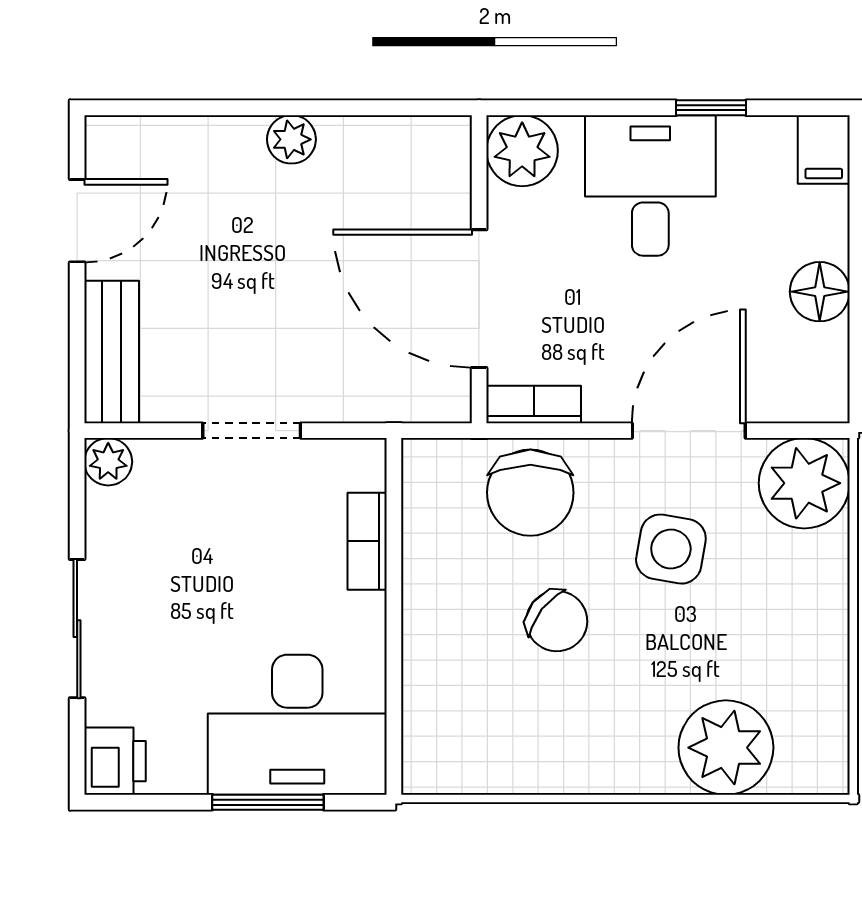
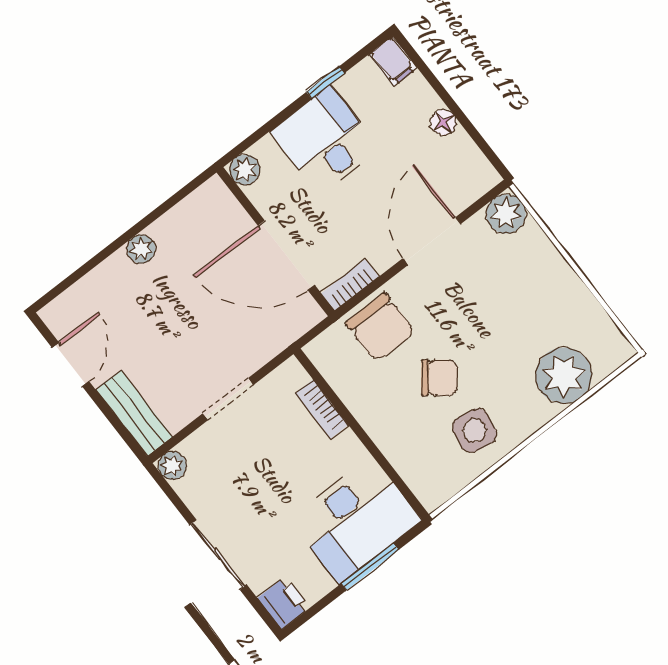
plant: (522, 151) -> (245, 170), width x0.73, depth x0.73
floor lamp: (820, 292) -> (443, 122), width x0.73, depth x0.73
plant: (804, 483) -> (506, 214), width x0.73, depth x0.73
side table: (671, 549) -> (475, 431), moved

